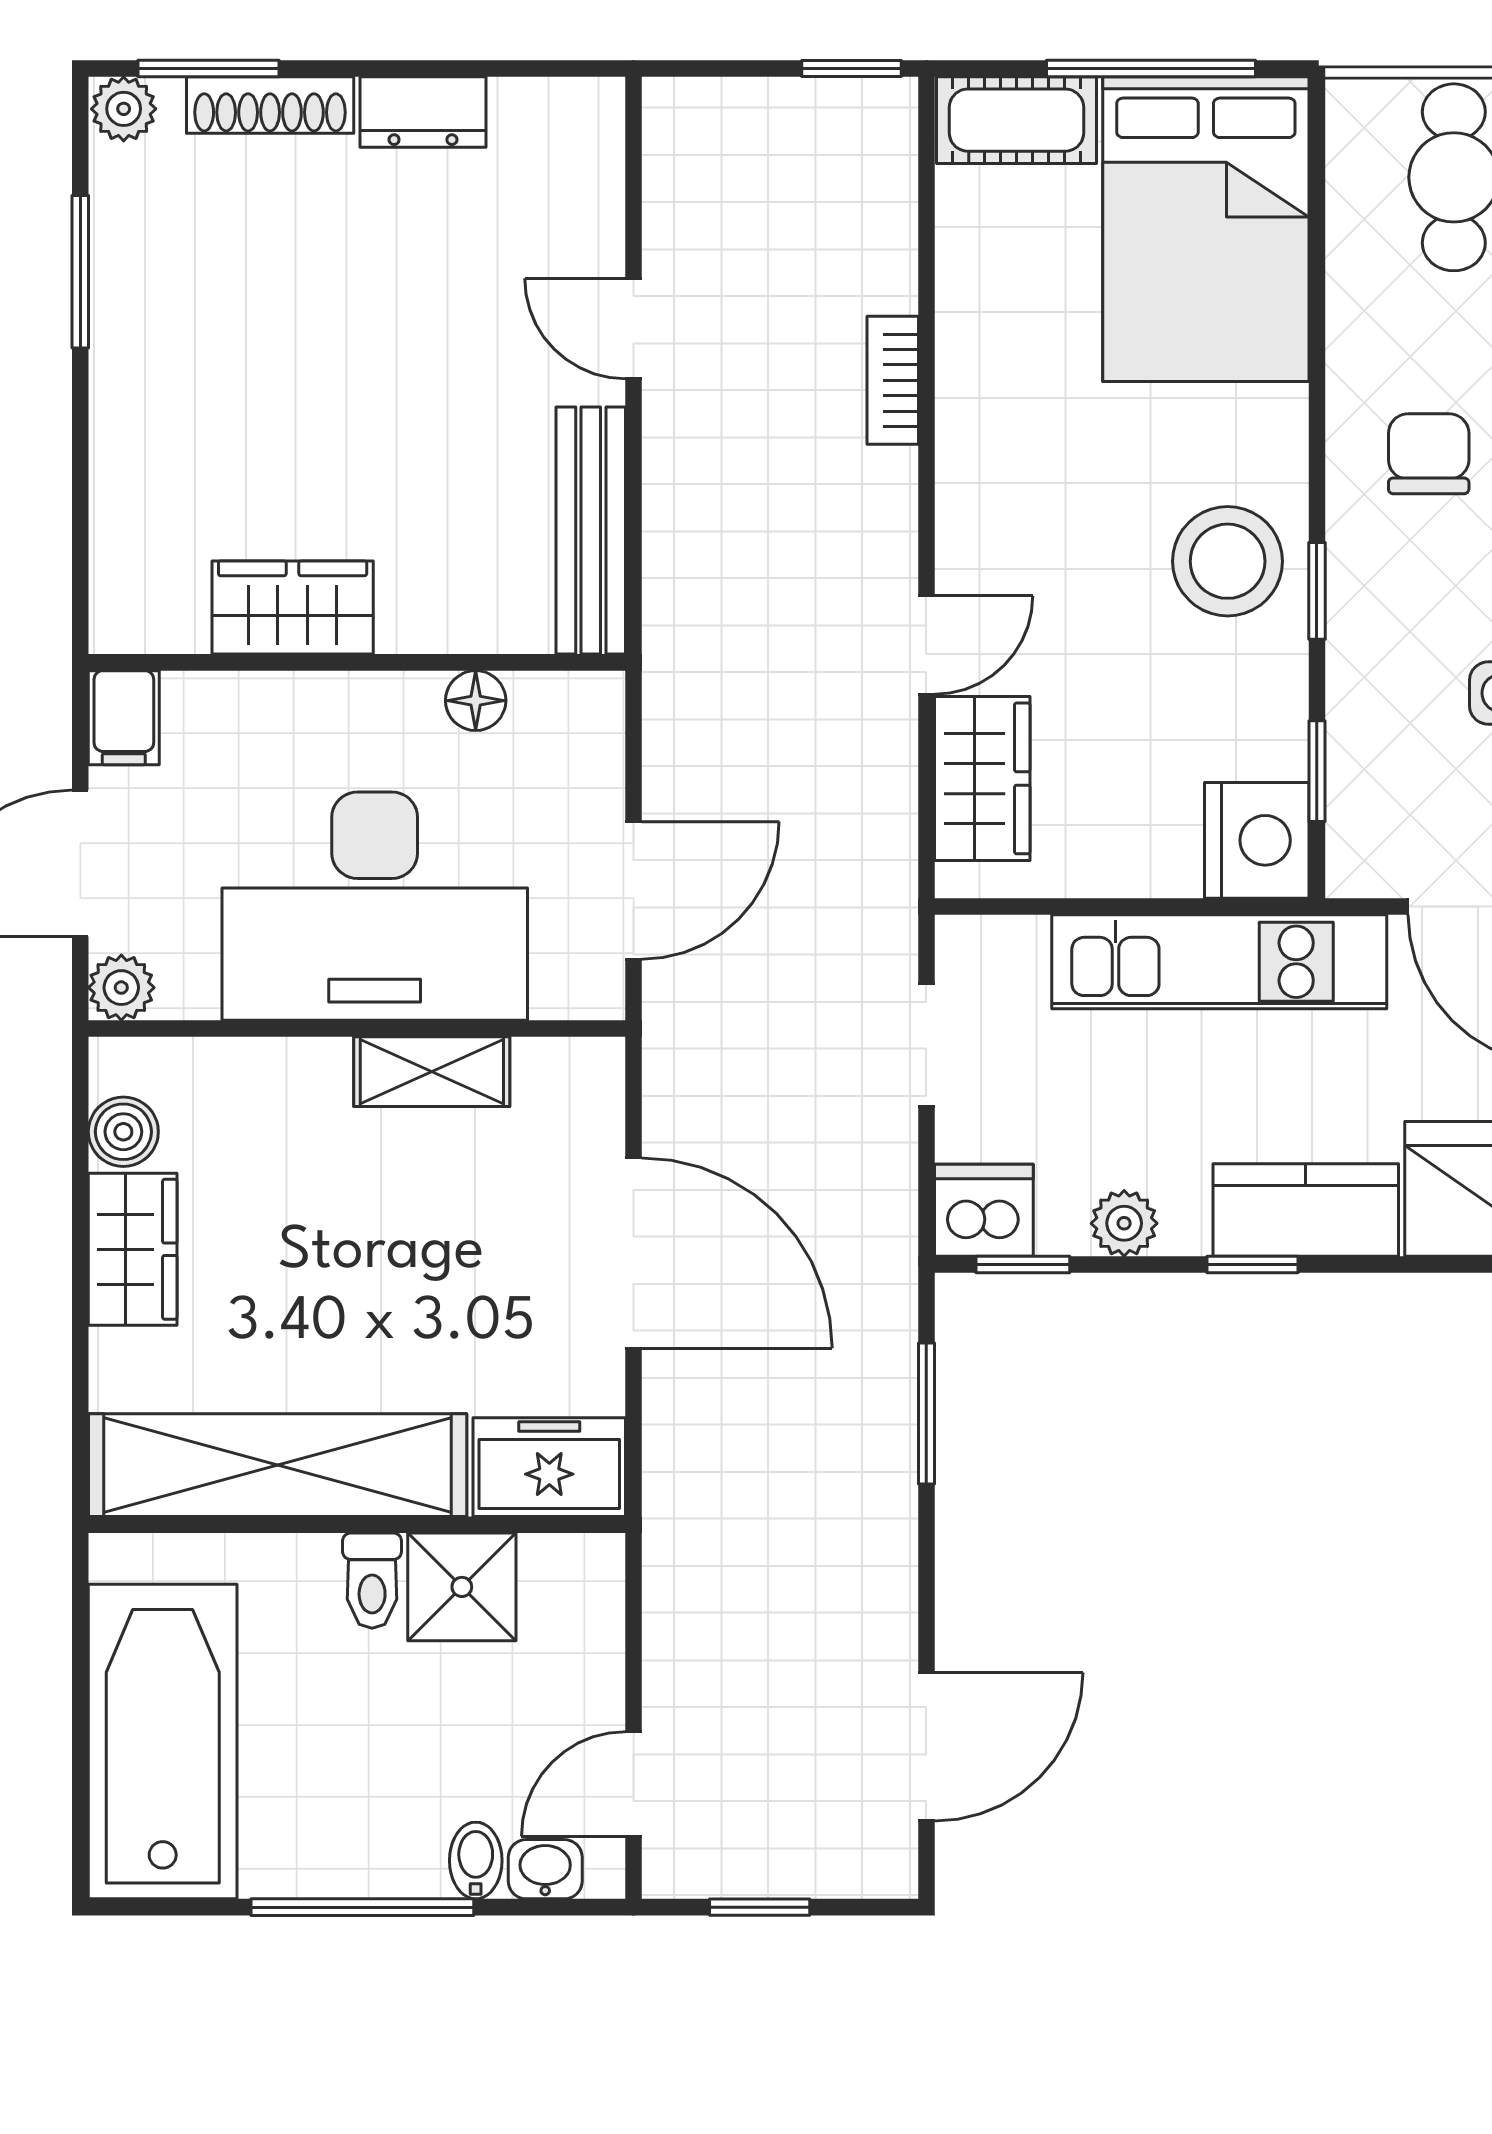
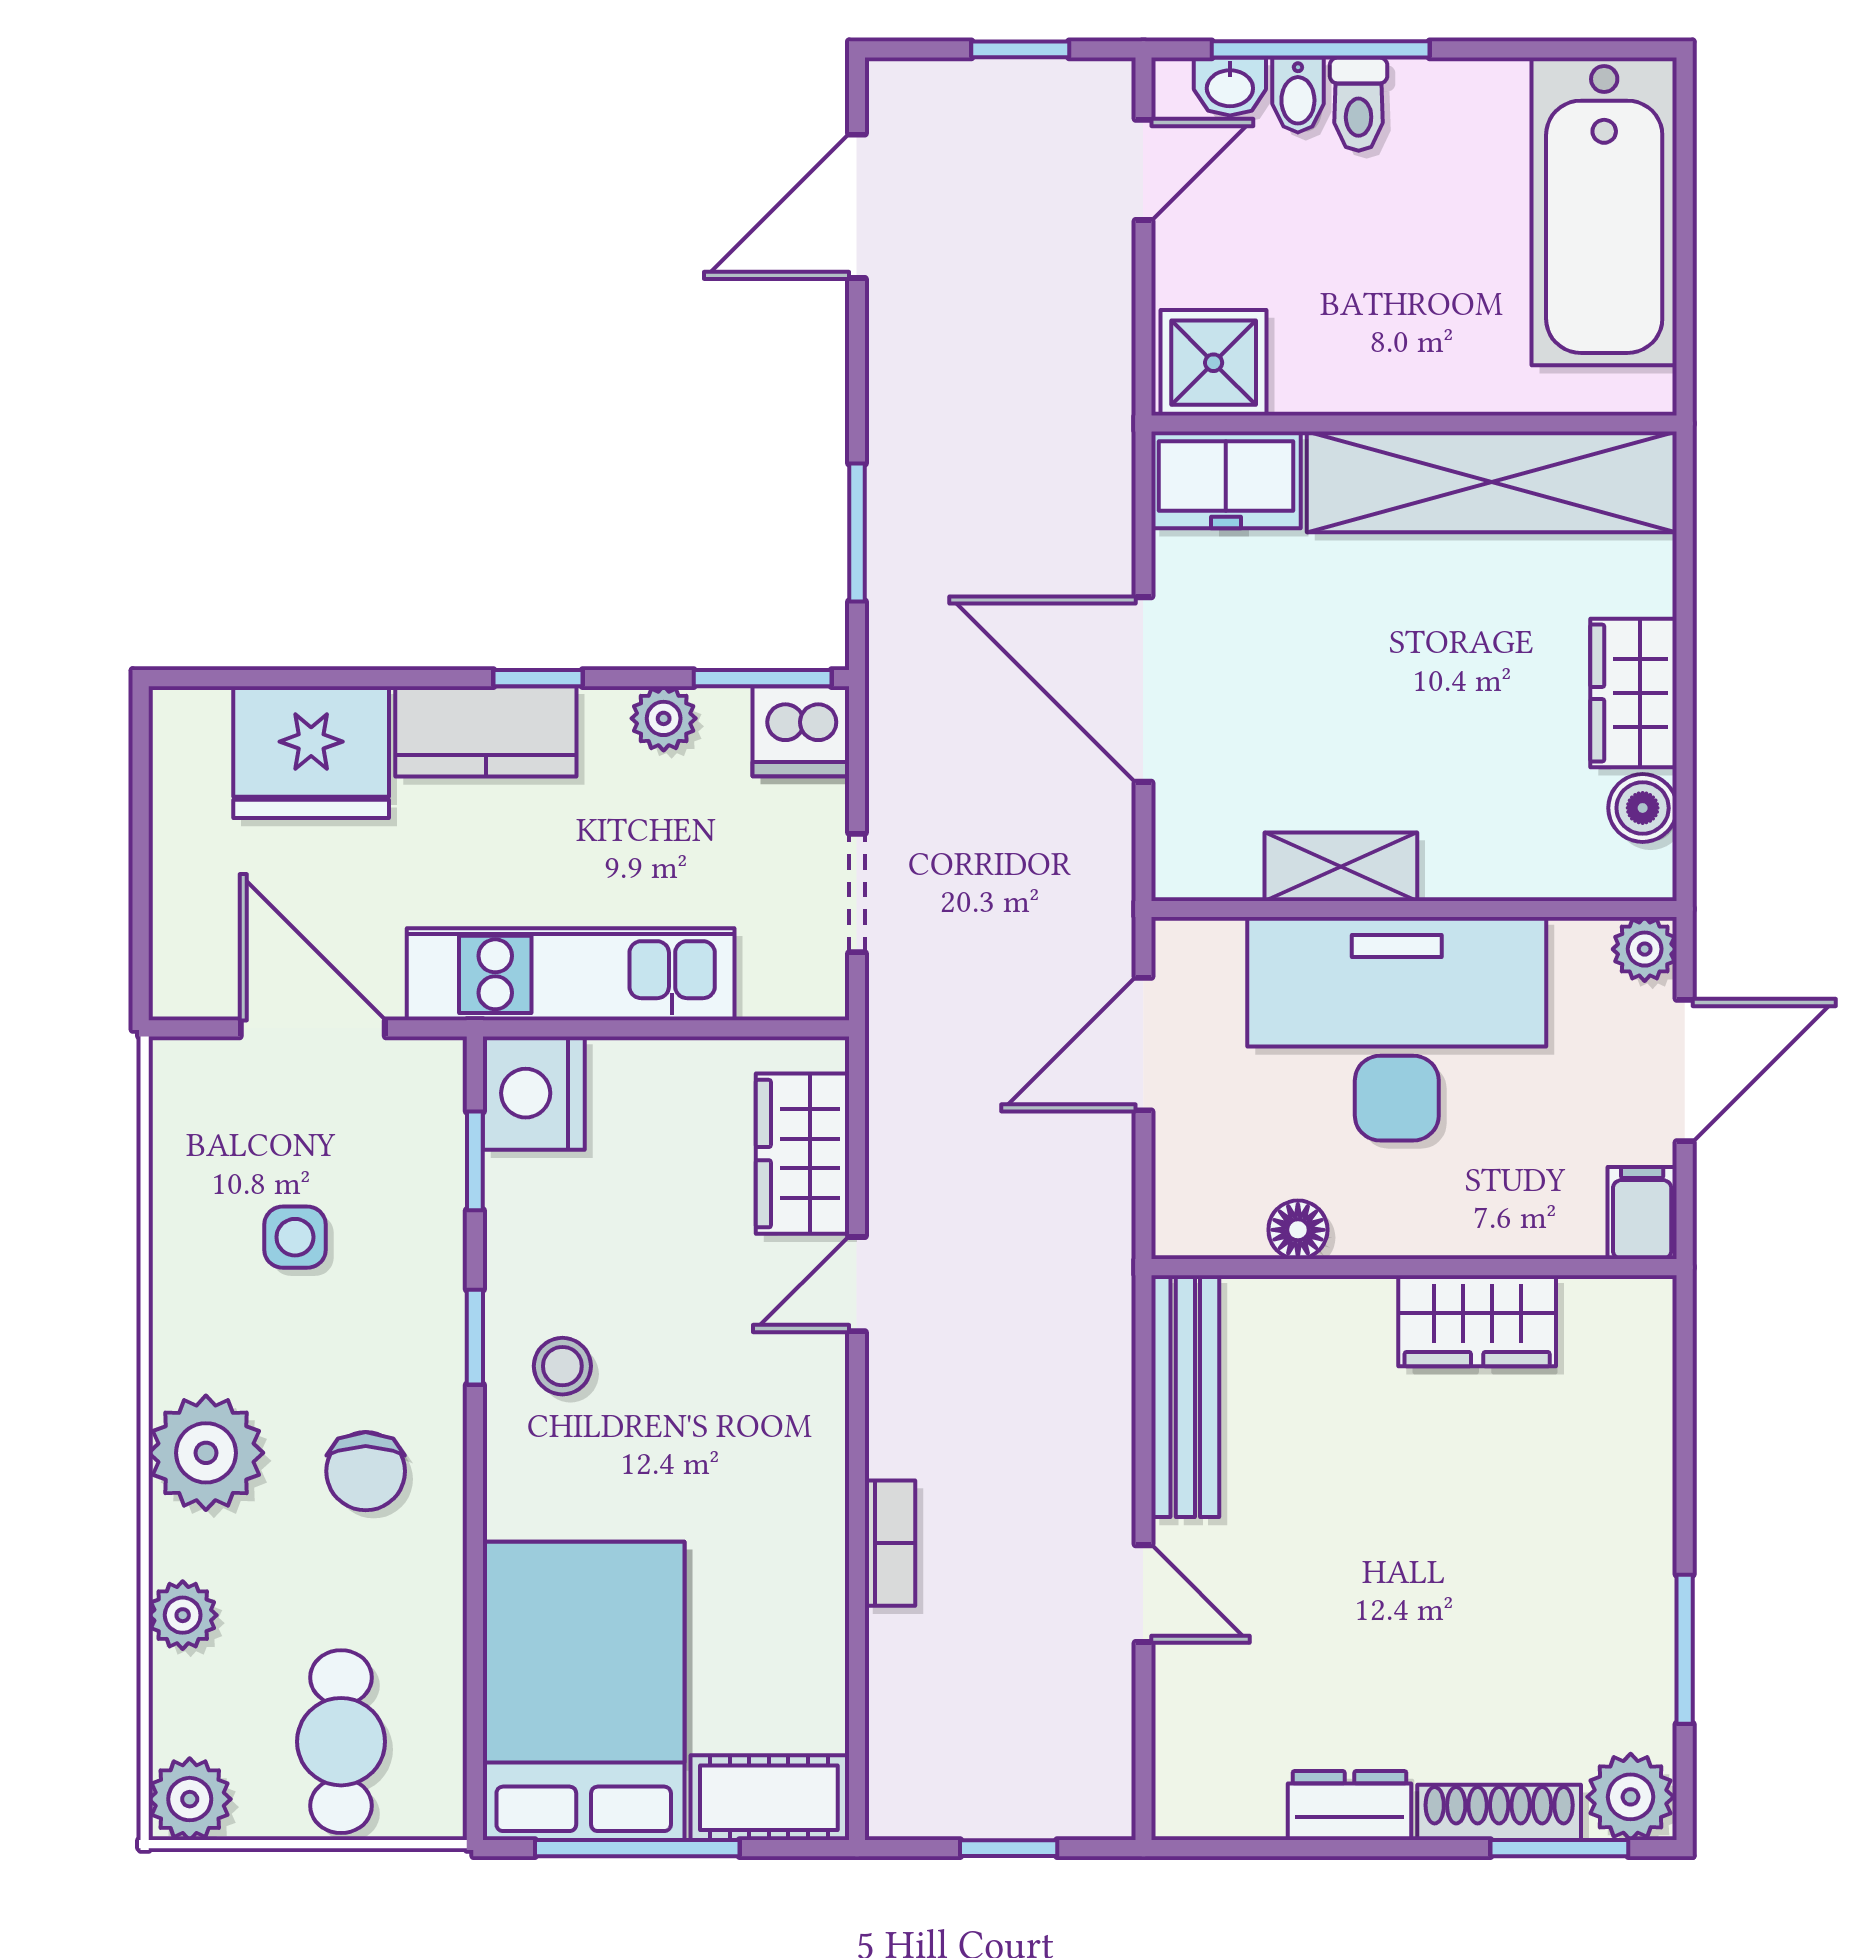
window: (851, 68) -> (1009, 1848), moved
plant: (124, 109) -> (1631, 1797), width x1.38, depth x1.38
stool: (1228, 561) -> (562, 1366), width x0.53, depth x0.53
window: (1023, 1264) -> (763, 678), width x1.50
toilet: (372, 1581) -> (1359, 104), moved, turned 180
shower: (462, 1587) -> (1214, 363), moved
window: (362, 1907) -> (1321, 49), moved

